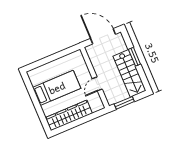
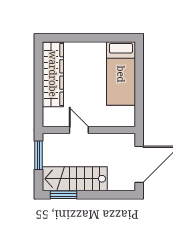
window: (134, 57) -> (64, 195), moved
bed: (57, 88) -> (121, 74), moved

